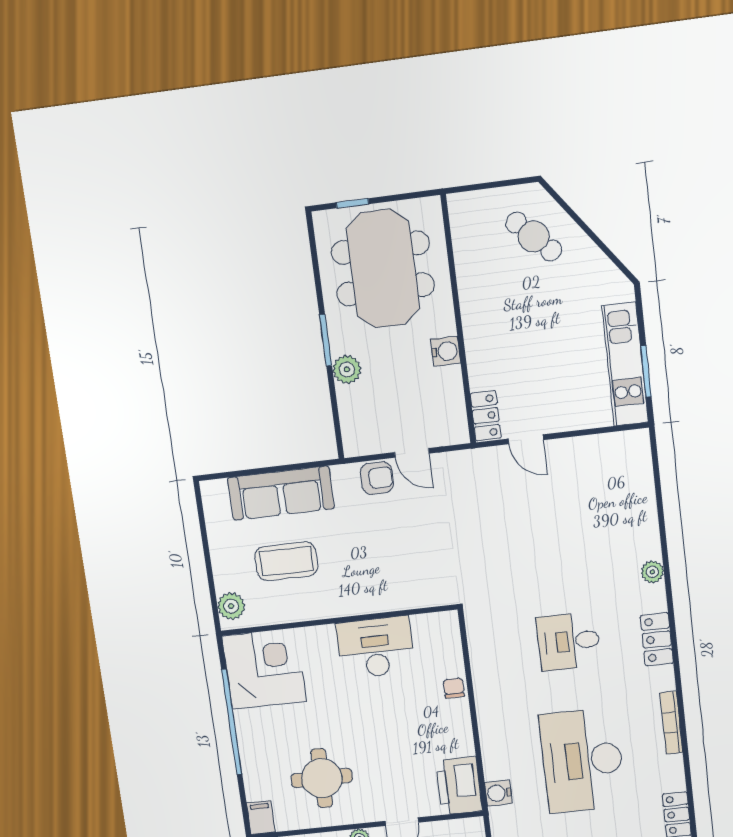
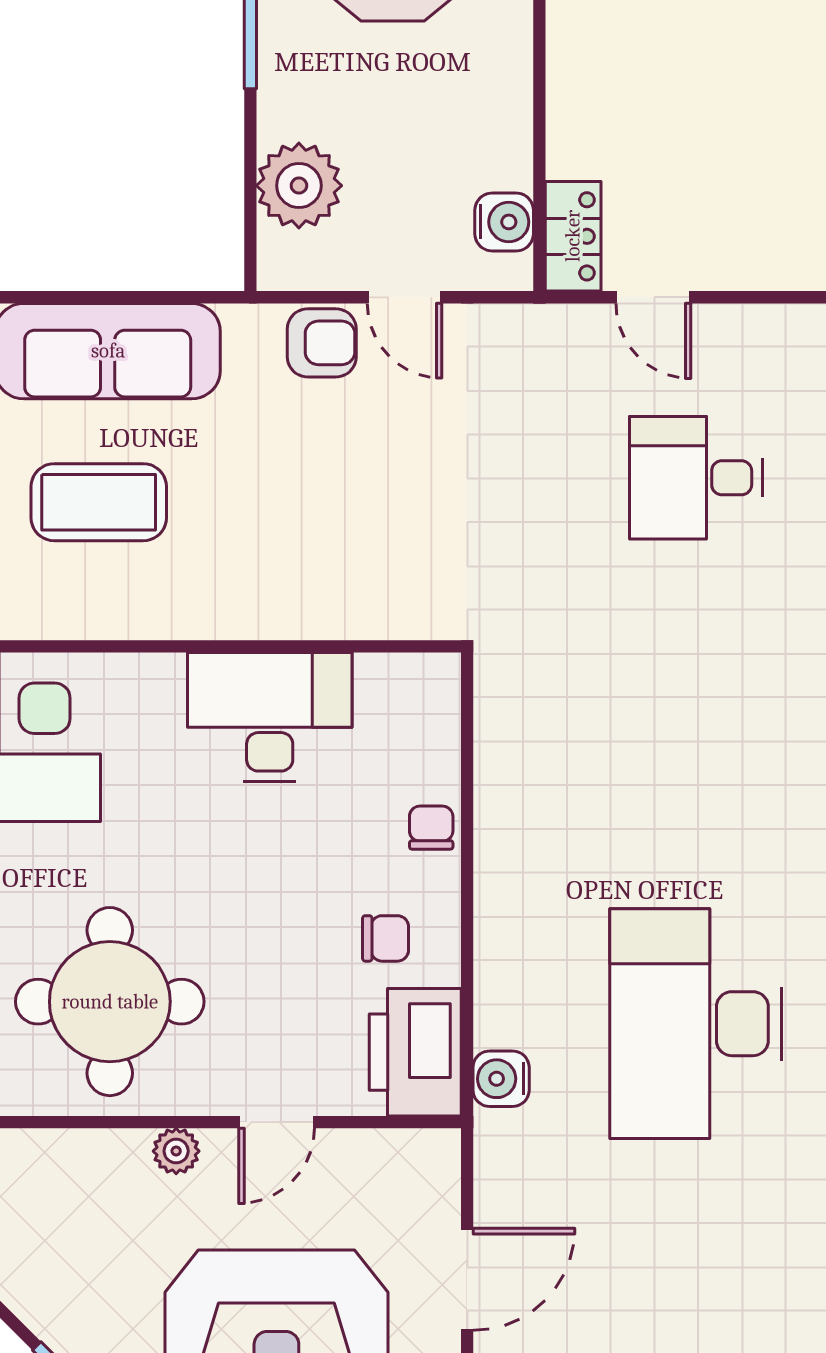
water cooler: (446, 351) -> (504, 222), moved
plant: (347, 369) -> (299, 186), moved, width x1.36, depth x1.36
desk: (569, 641) -> (696, 478), moved
chair: (440, 738) -> (386, 938), added
round table: (322, 778) -> (110, 1002), width x1.36, depth x1.36

